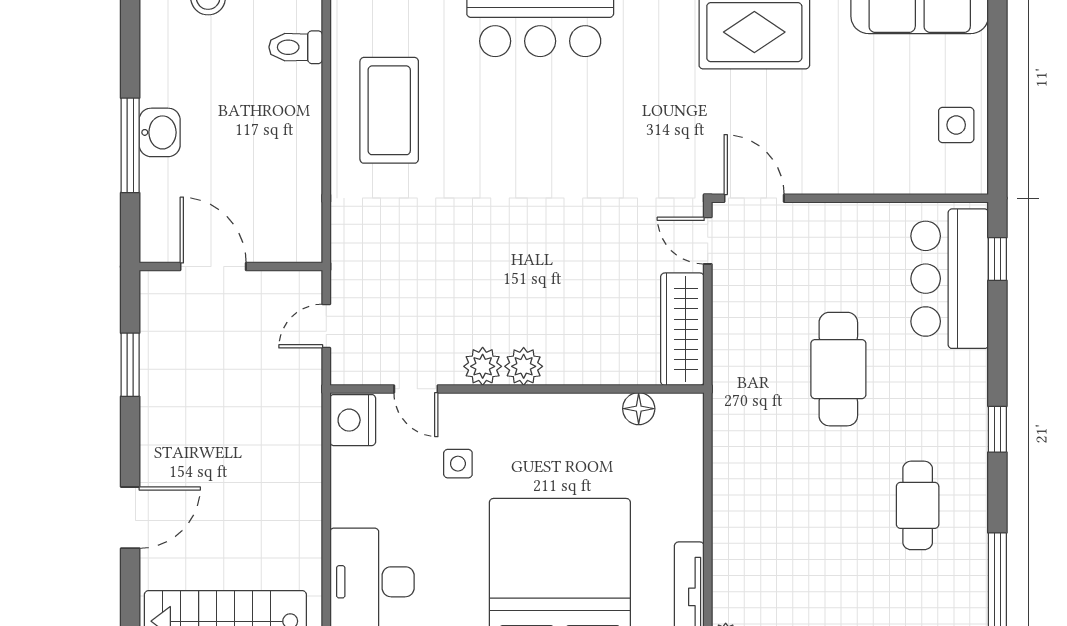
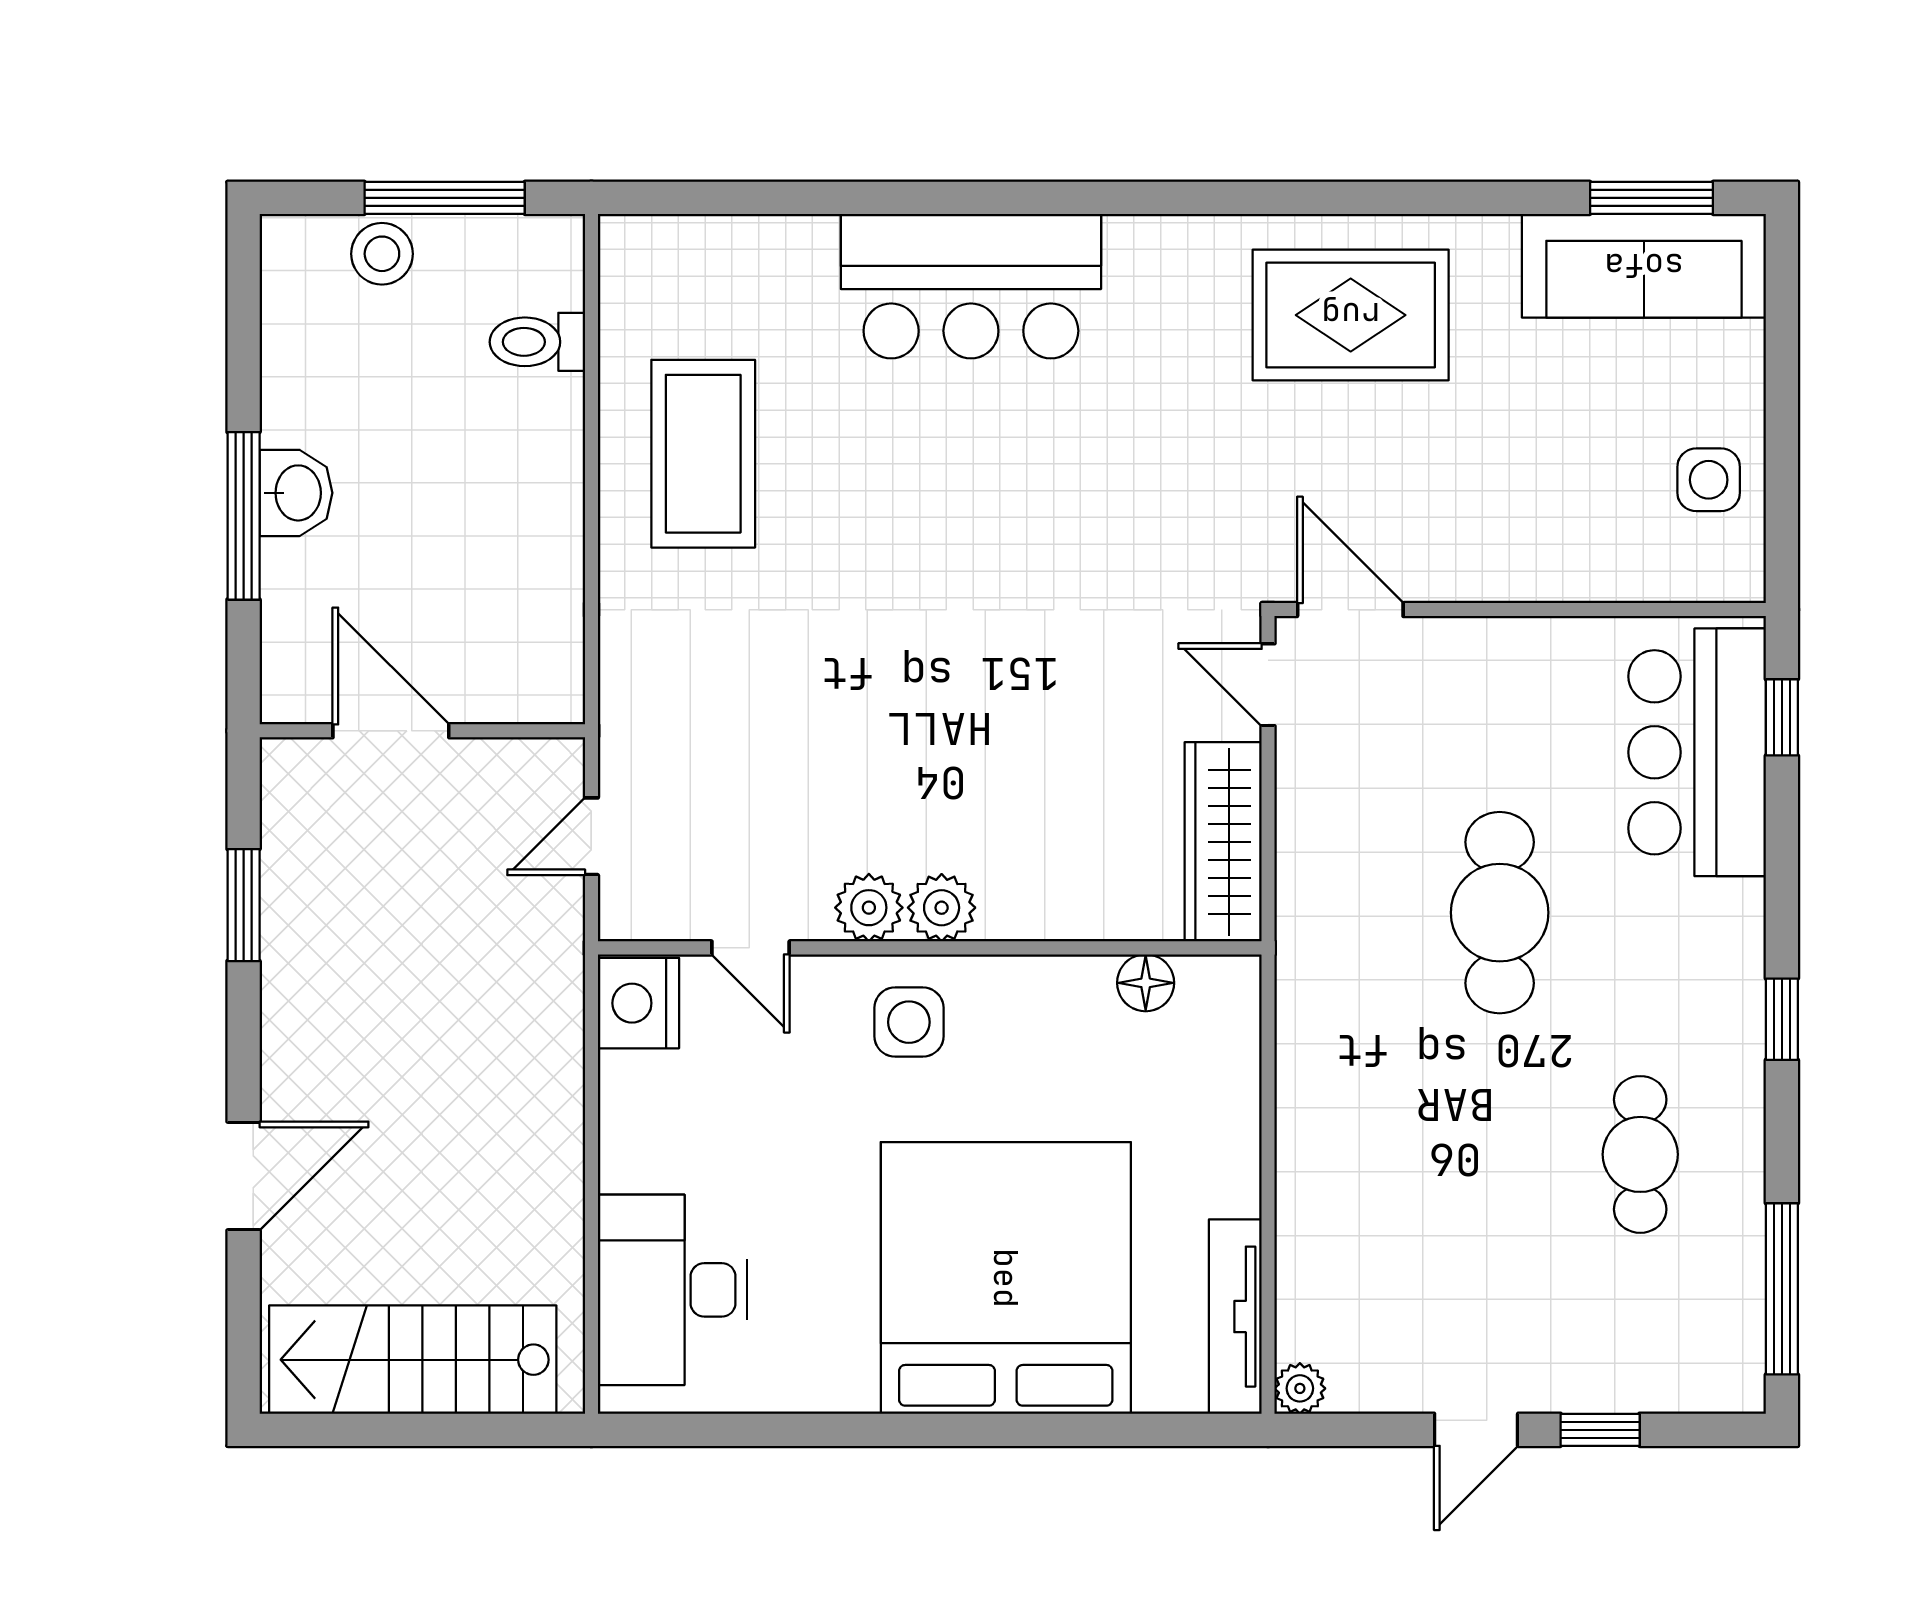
side table: (458, 464) -> (909, 1022), moved, width x1.37, depth x1.37

